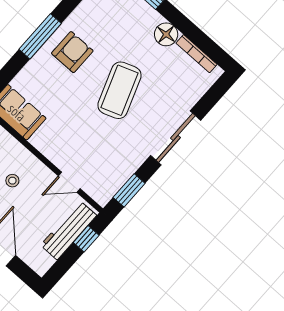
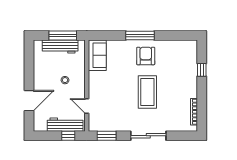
floor lamp: (166, 34) -> (191, 91), removed
armchair: (72, 52) -> (146, 56), turned -90
coffee table: (119, 90) -> (147, 92), turned -70

